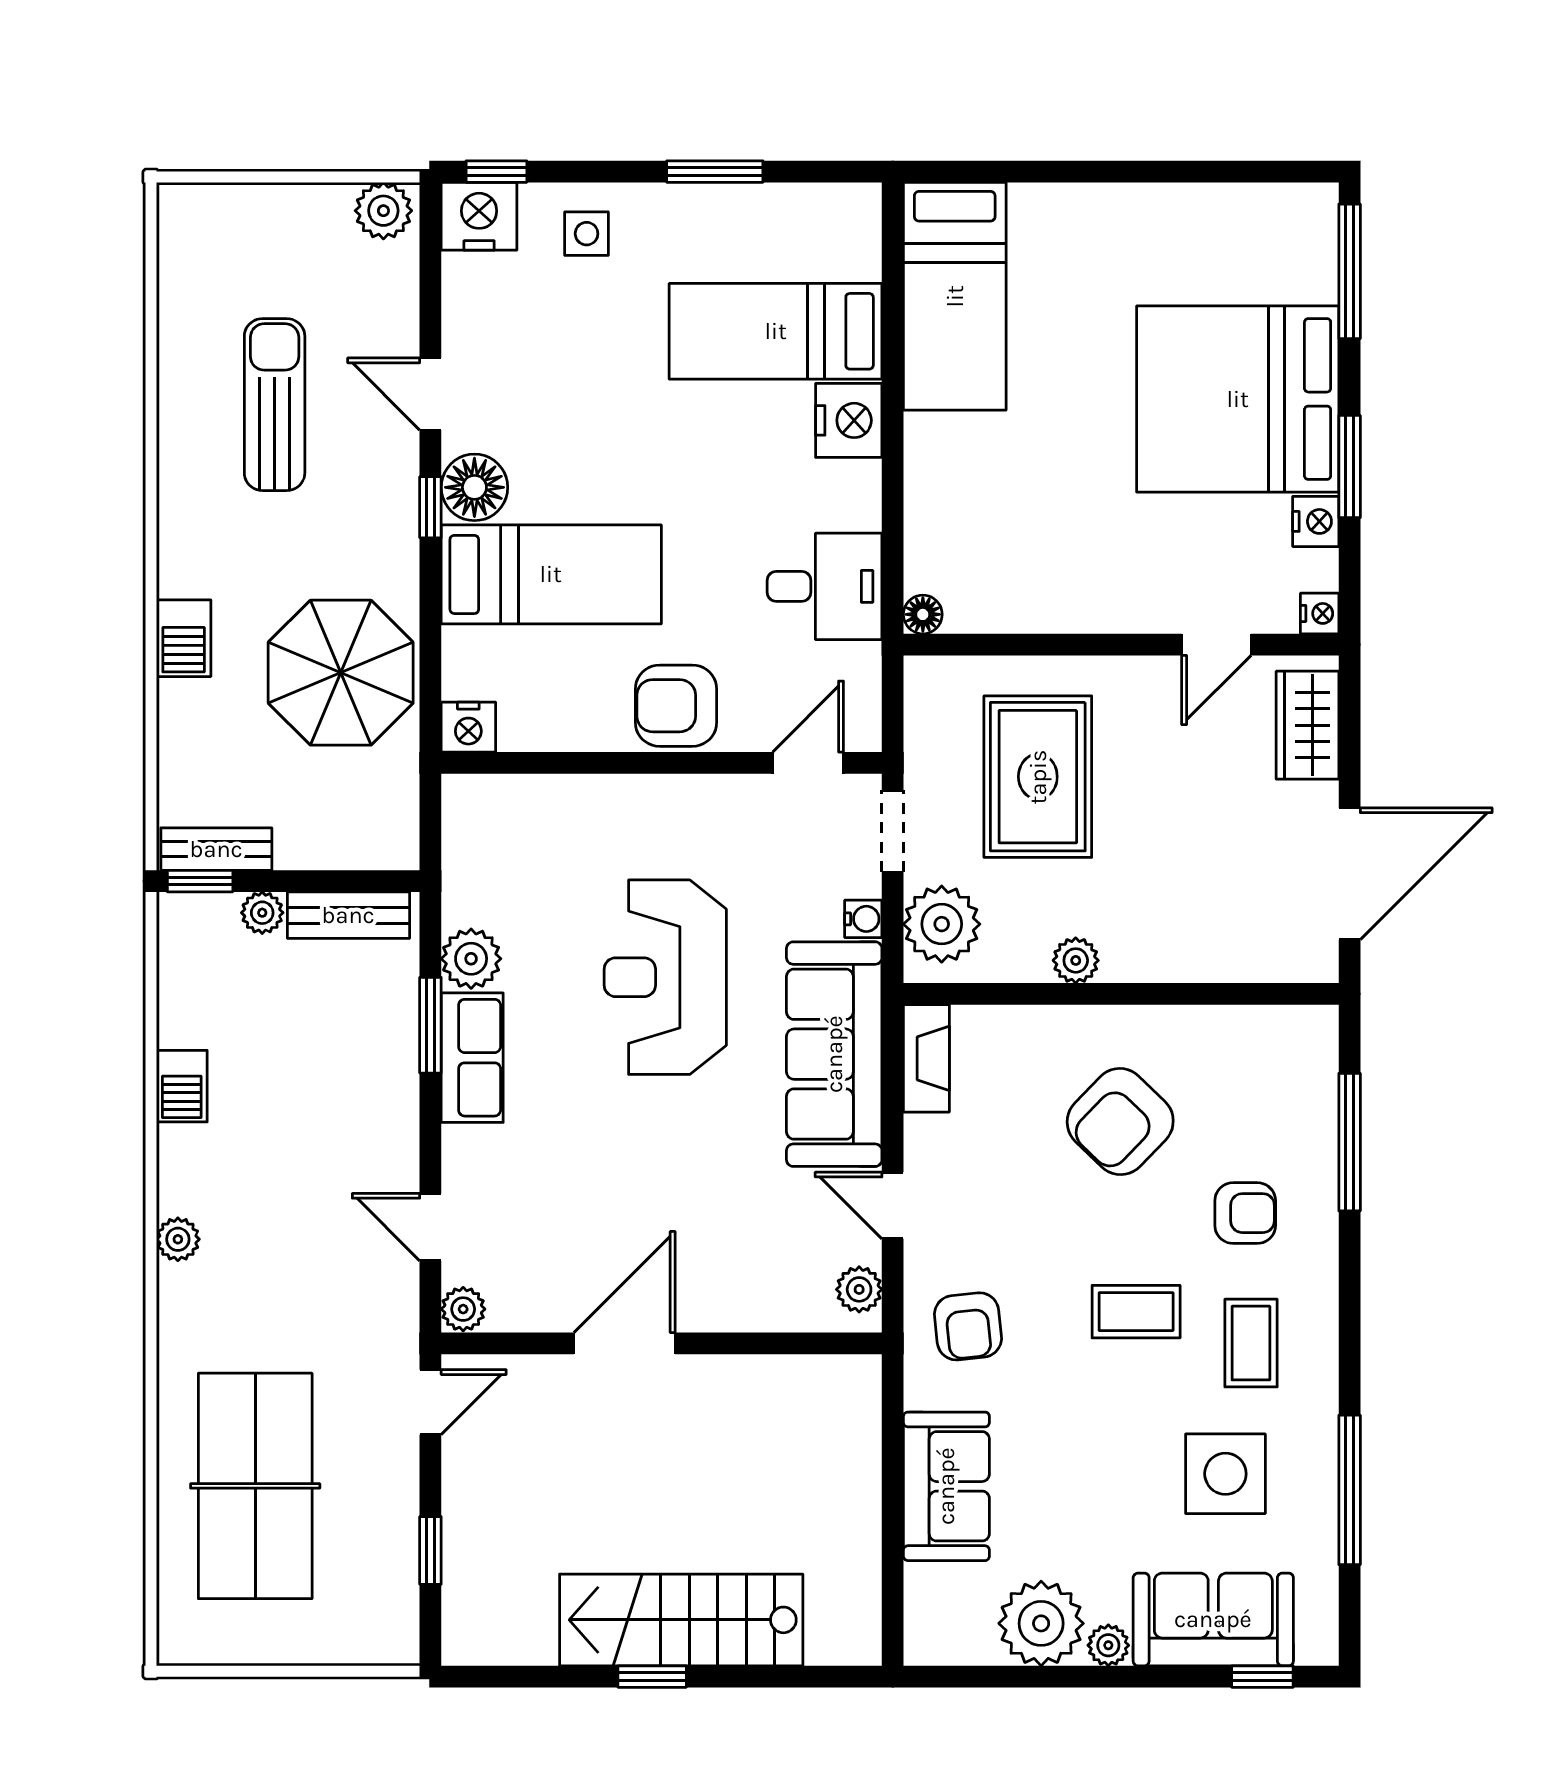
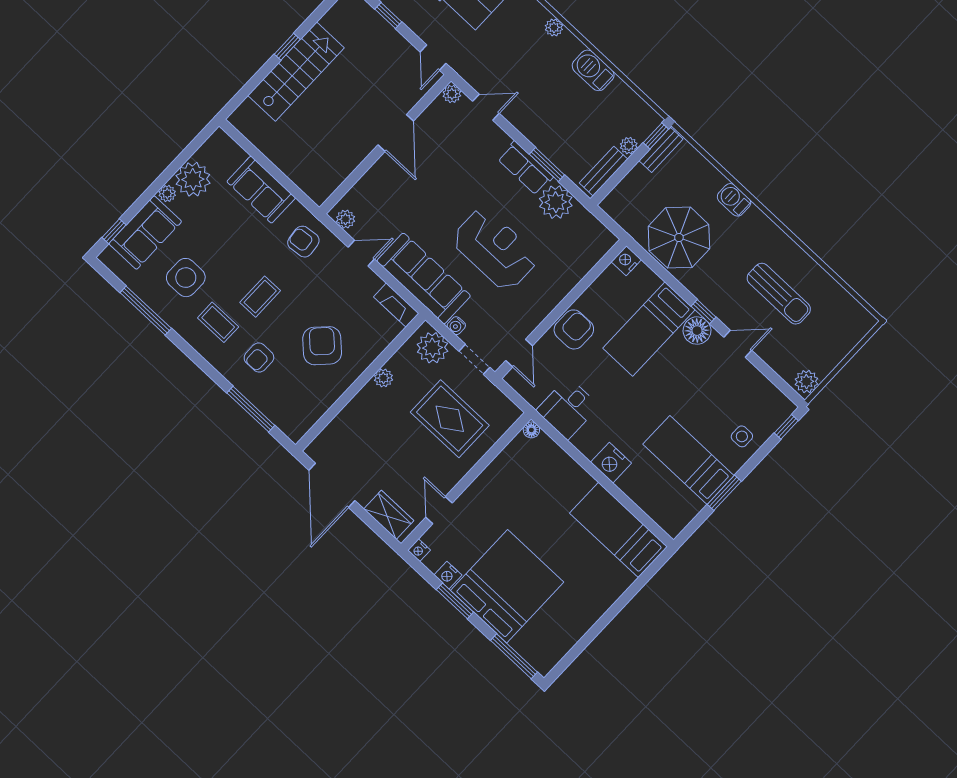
nightstand: (479, 216) -> (778, 409), removed
bed: (776, 331) -> (688, 460), moved, turned -90
plant: (471, 959) -> (556, 202), width x1.36, depth x1.36
barbecue: (182, 1086) -> (593, 70), width x1.38, depth x1.27

